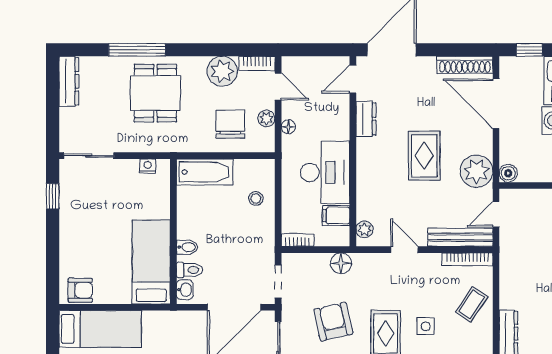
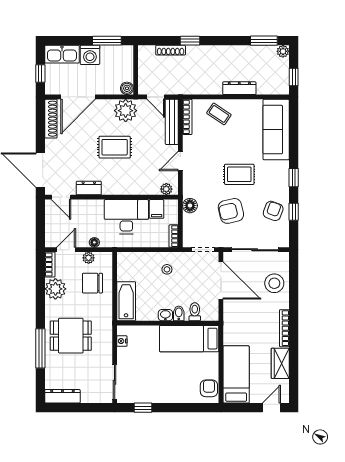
stool: (256, 198) -> (167, 269), moved
washbasin: (185, 290) -> (165, 315), moved
side table: (426, 326) -> (234, 146), removed

